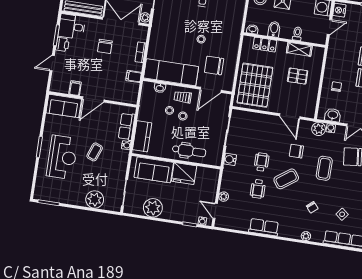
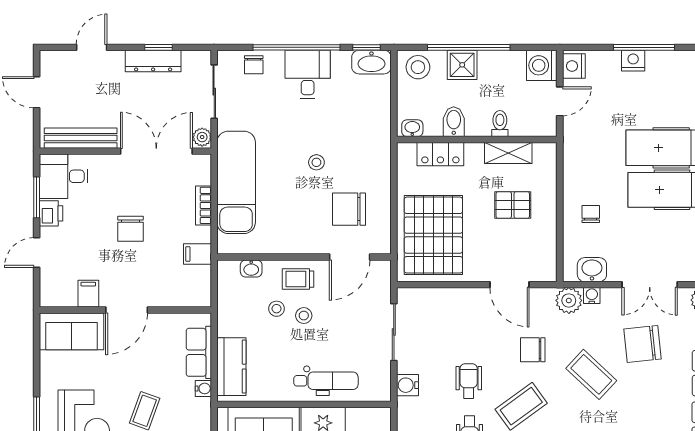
chair: (105, 46) -> (130, 229), moved
exam couch: (171, 72) -> (236, 182), moved, turned 90
coffee table: (324, 168) -> (591, 374), turned -47

